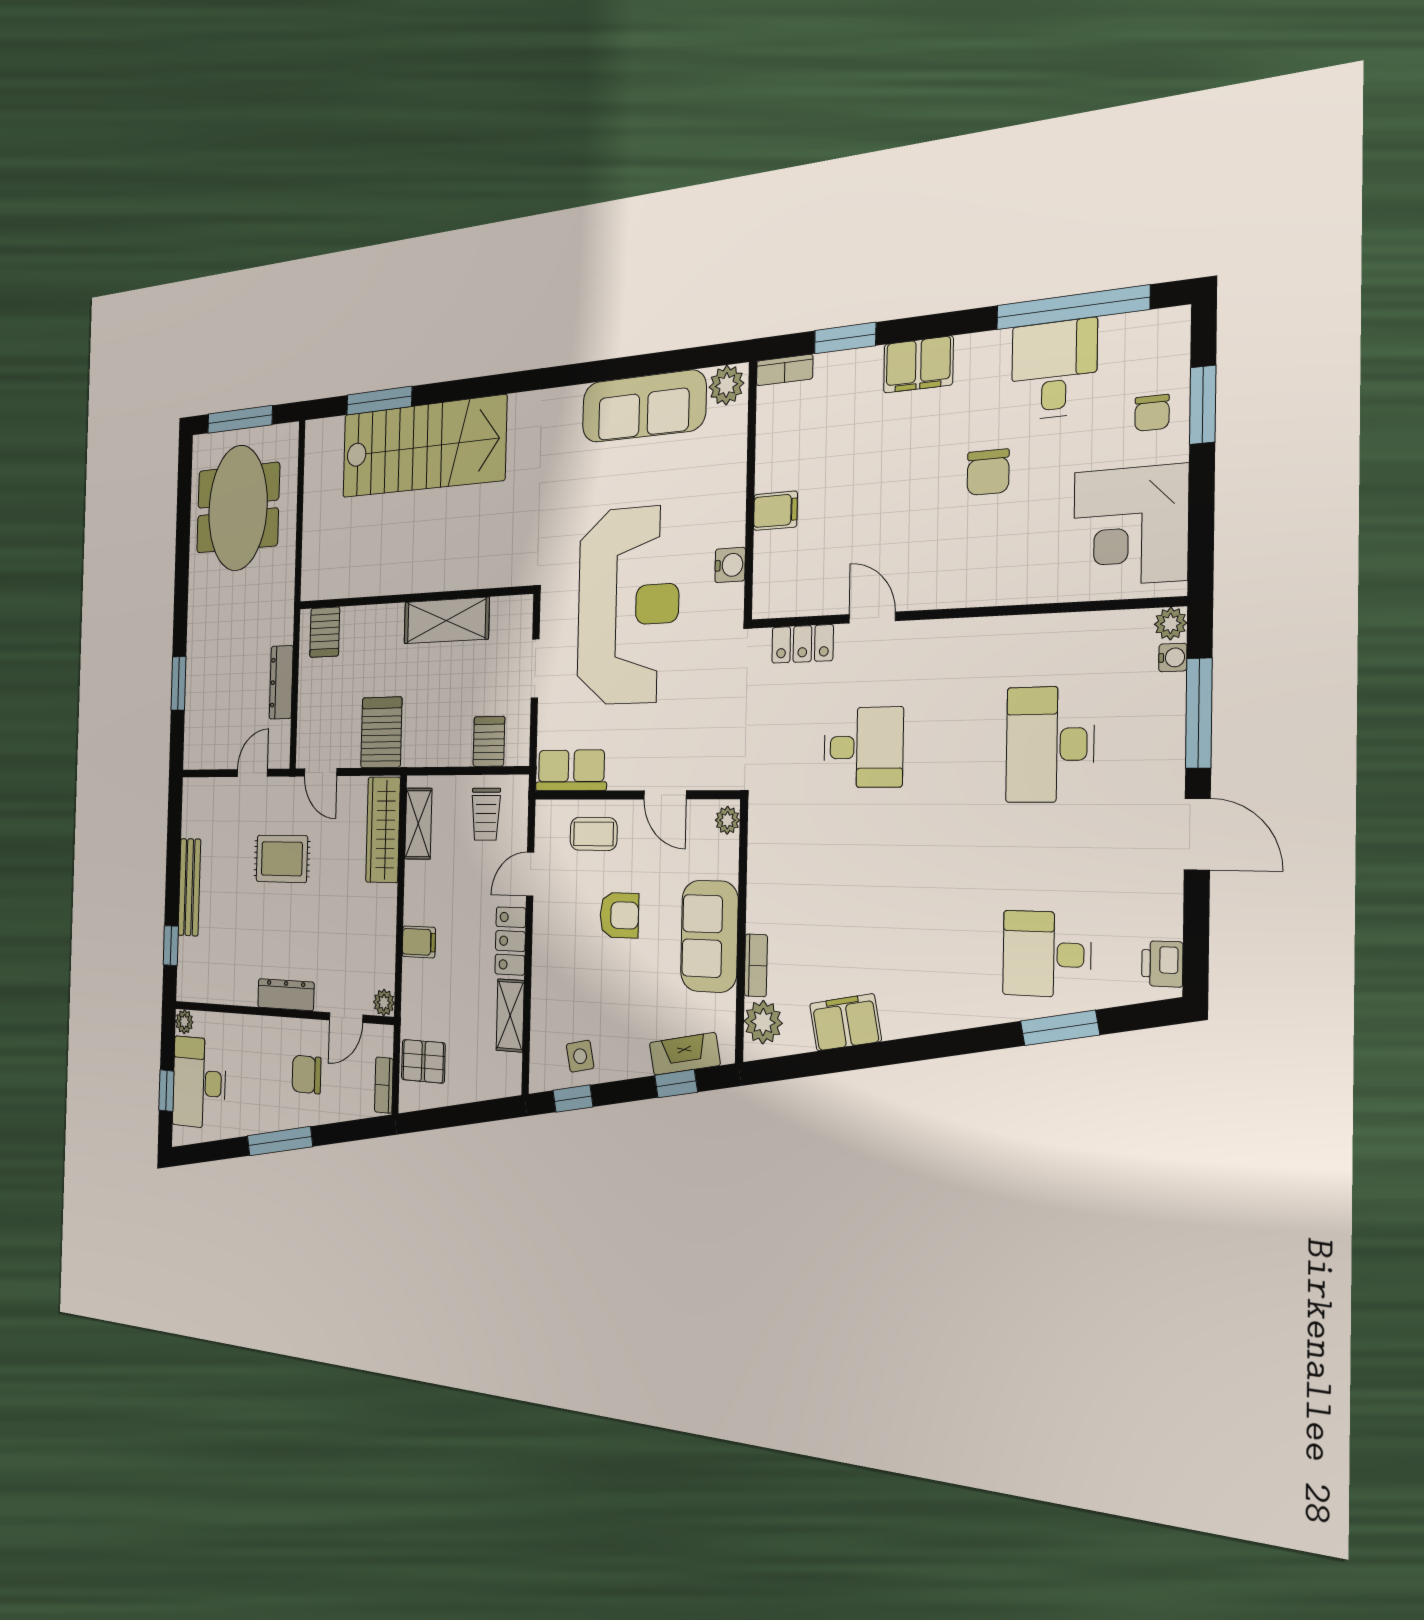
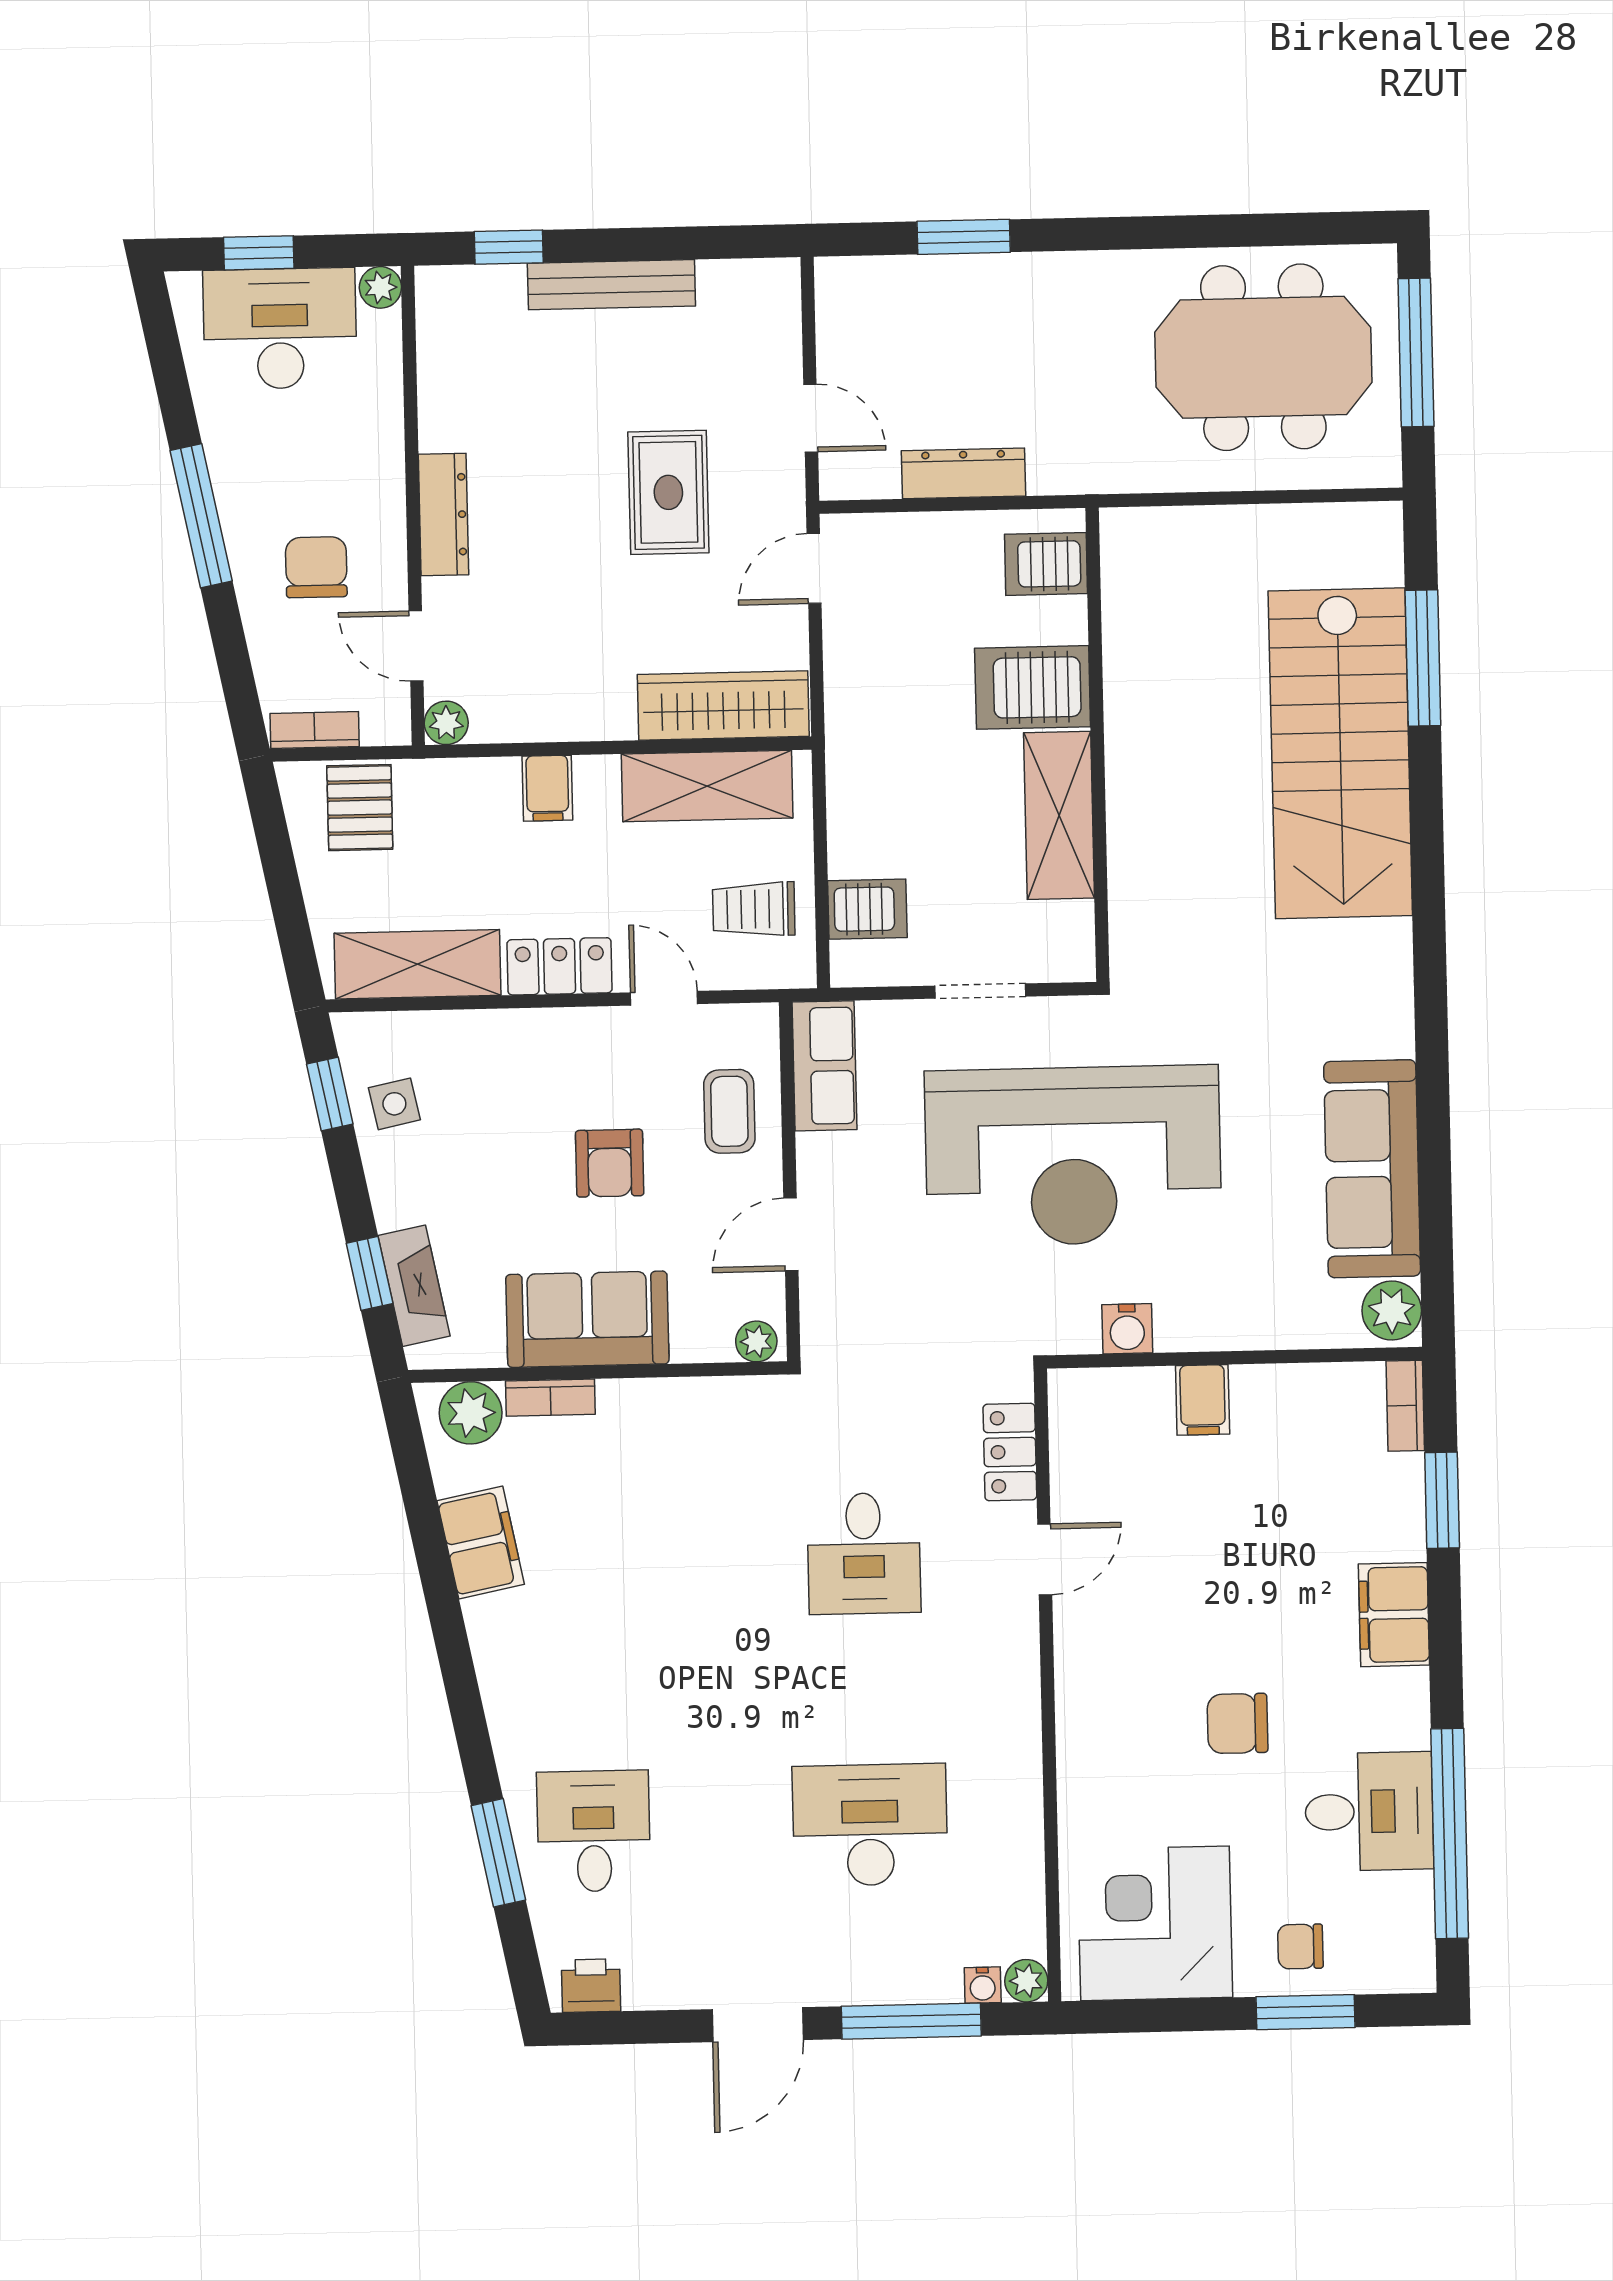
server rack: (381, 732) -> (1033, 687), moved, turned 180
shelving: (418, 824) -> (707, 786), width x1.50, depth x1.33
shelving: (510, 1015) -> (418, 964), width x1.50, depth x1.33

